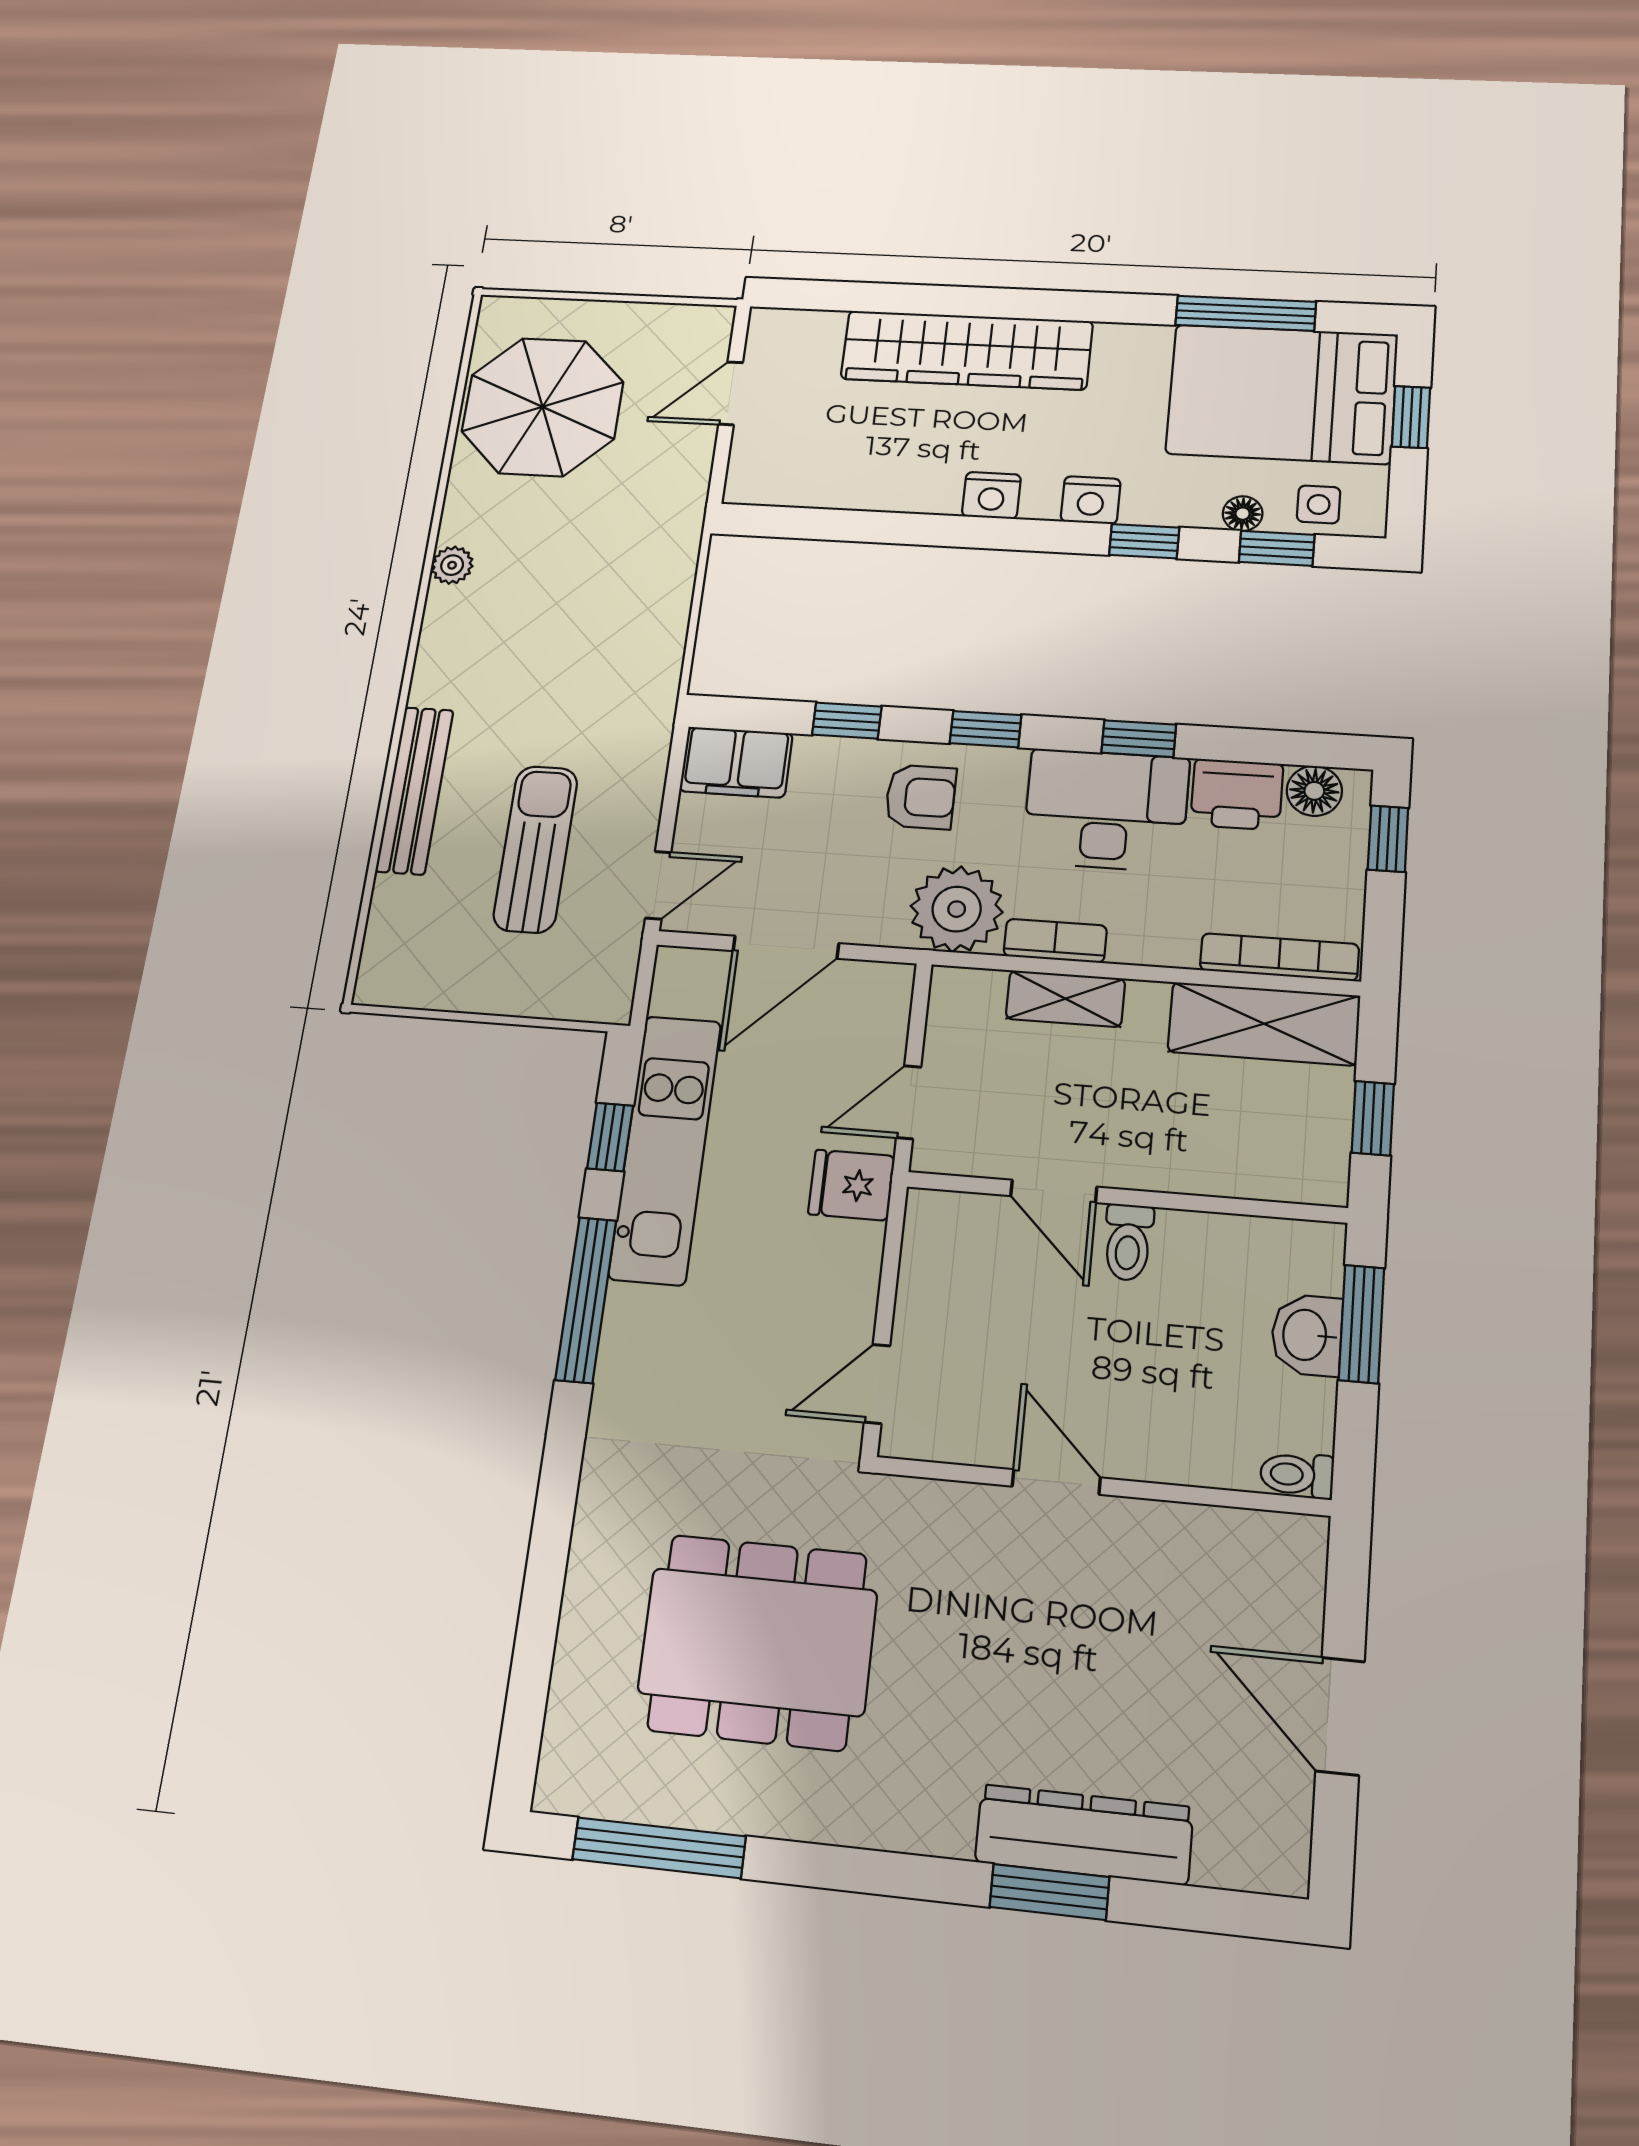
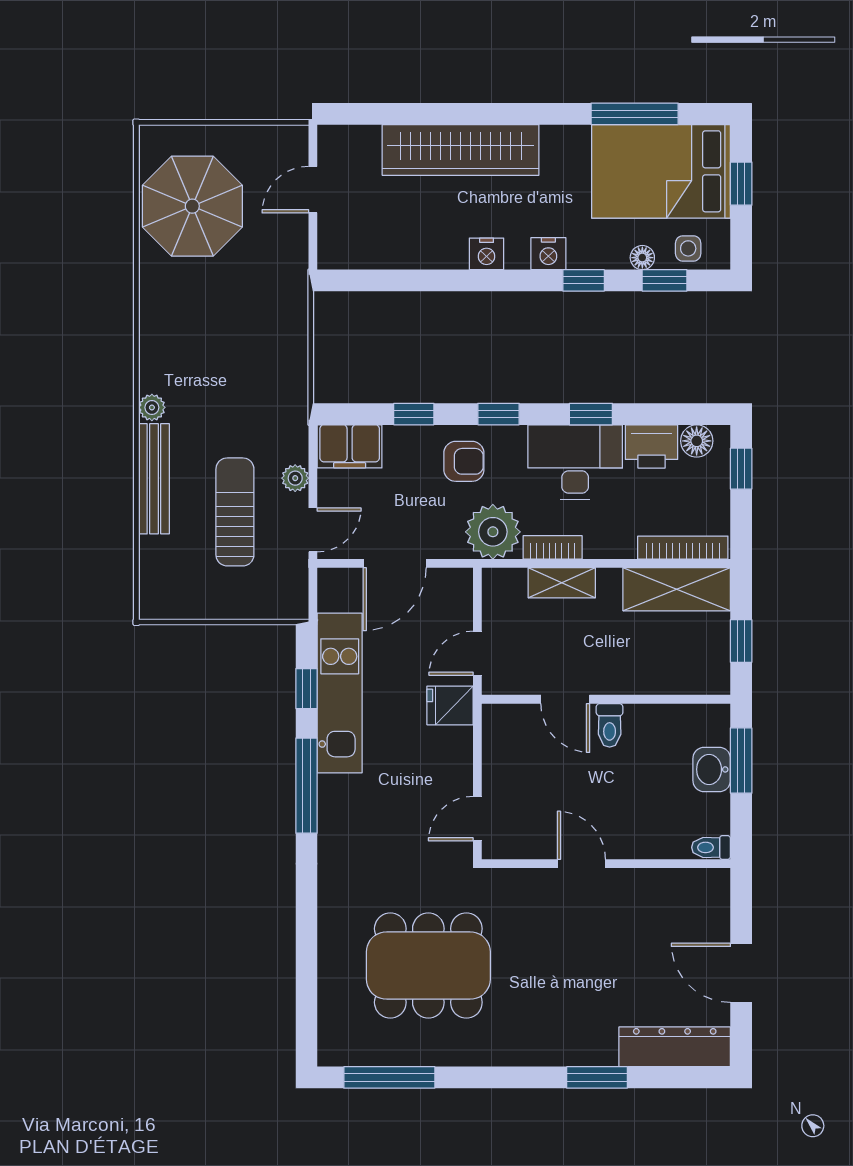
plant: (452, 565) -> (152, 407), moved
plant: (641, 804) -> (295, 478), added
dresser: (1084, 1835) -> (675, 1047), moved

